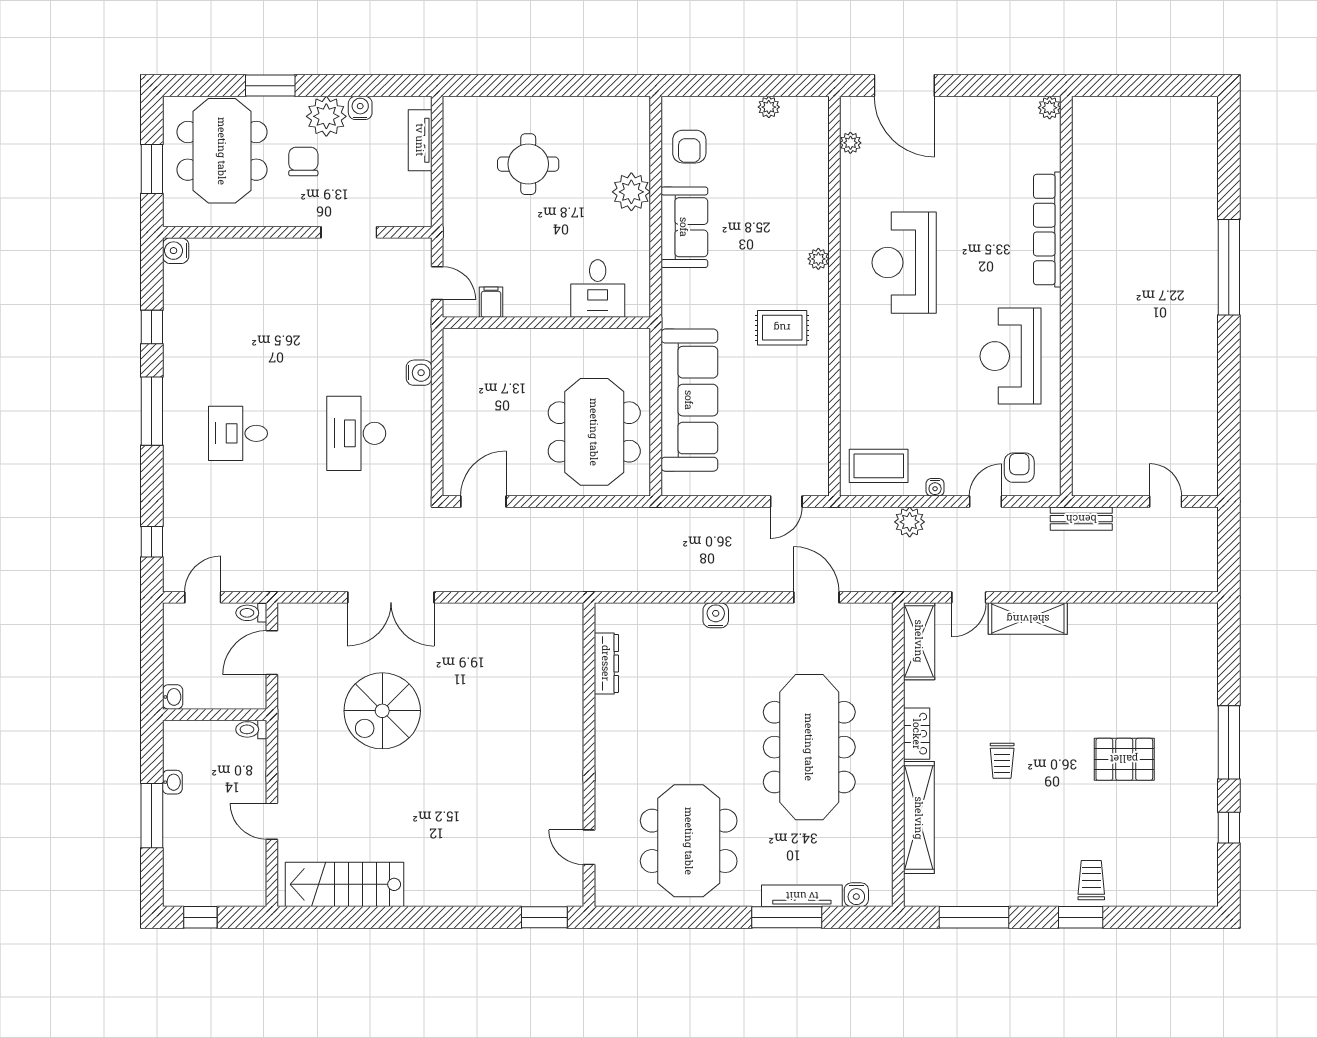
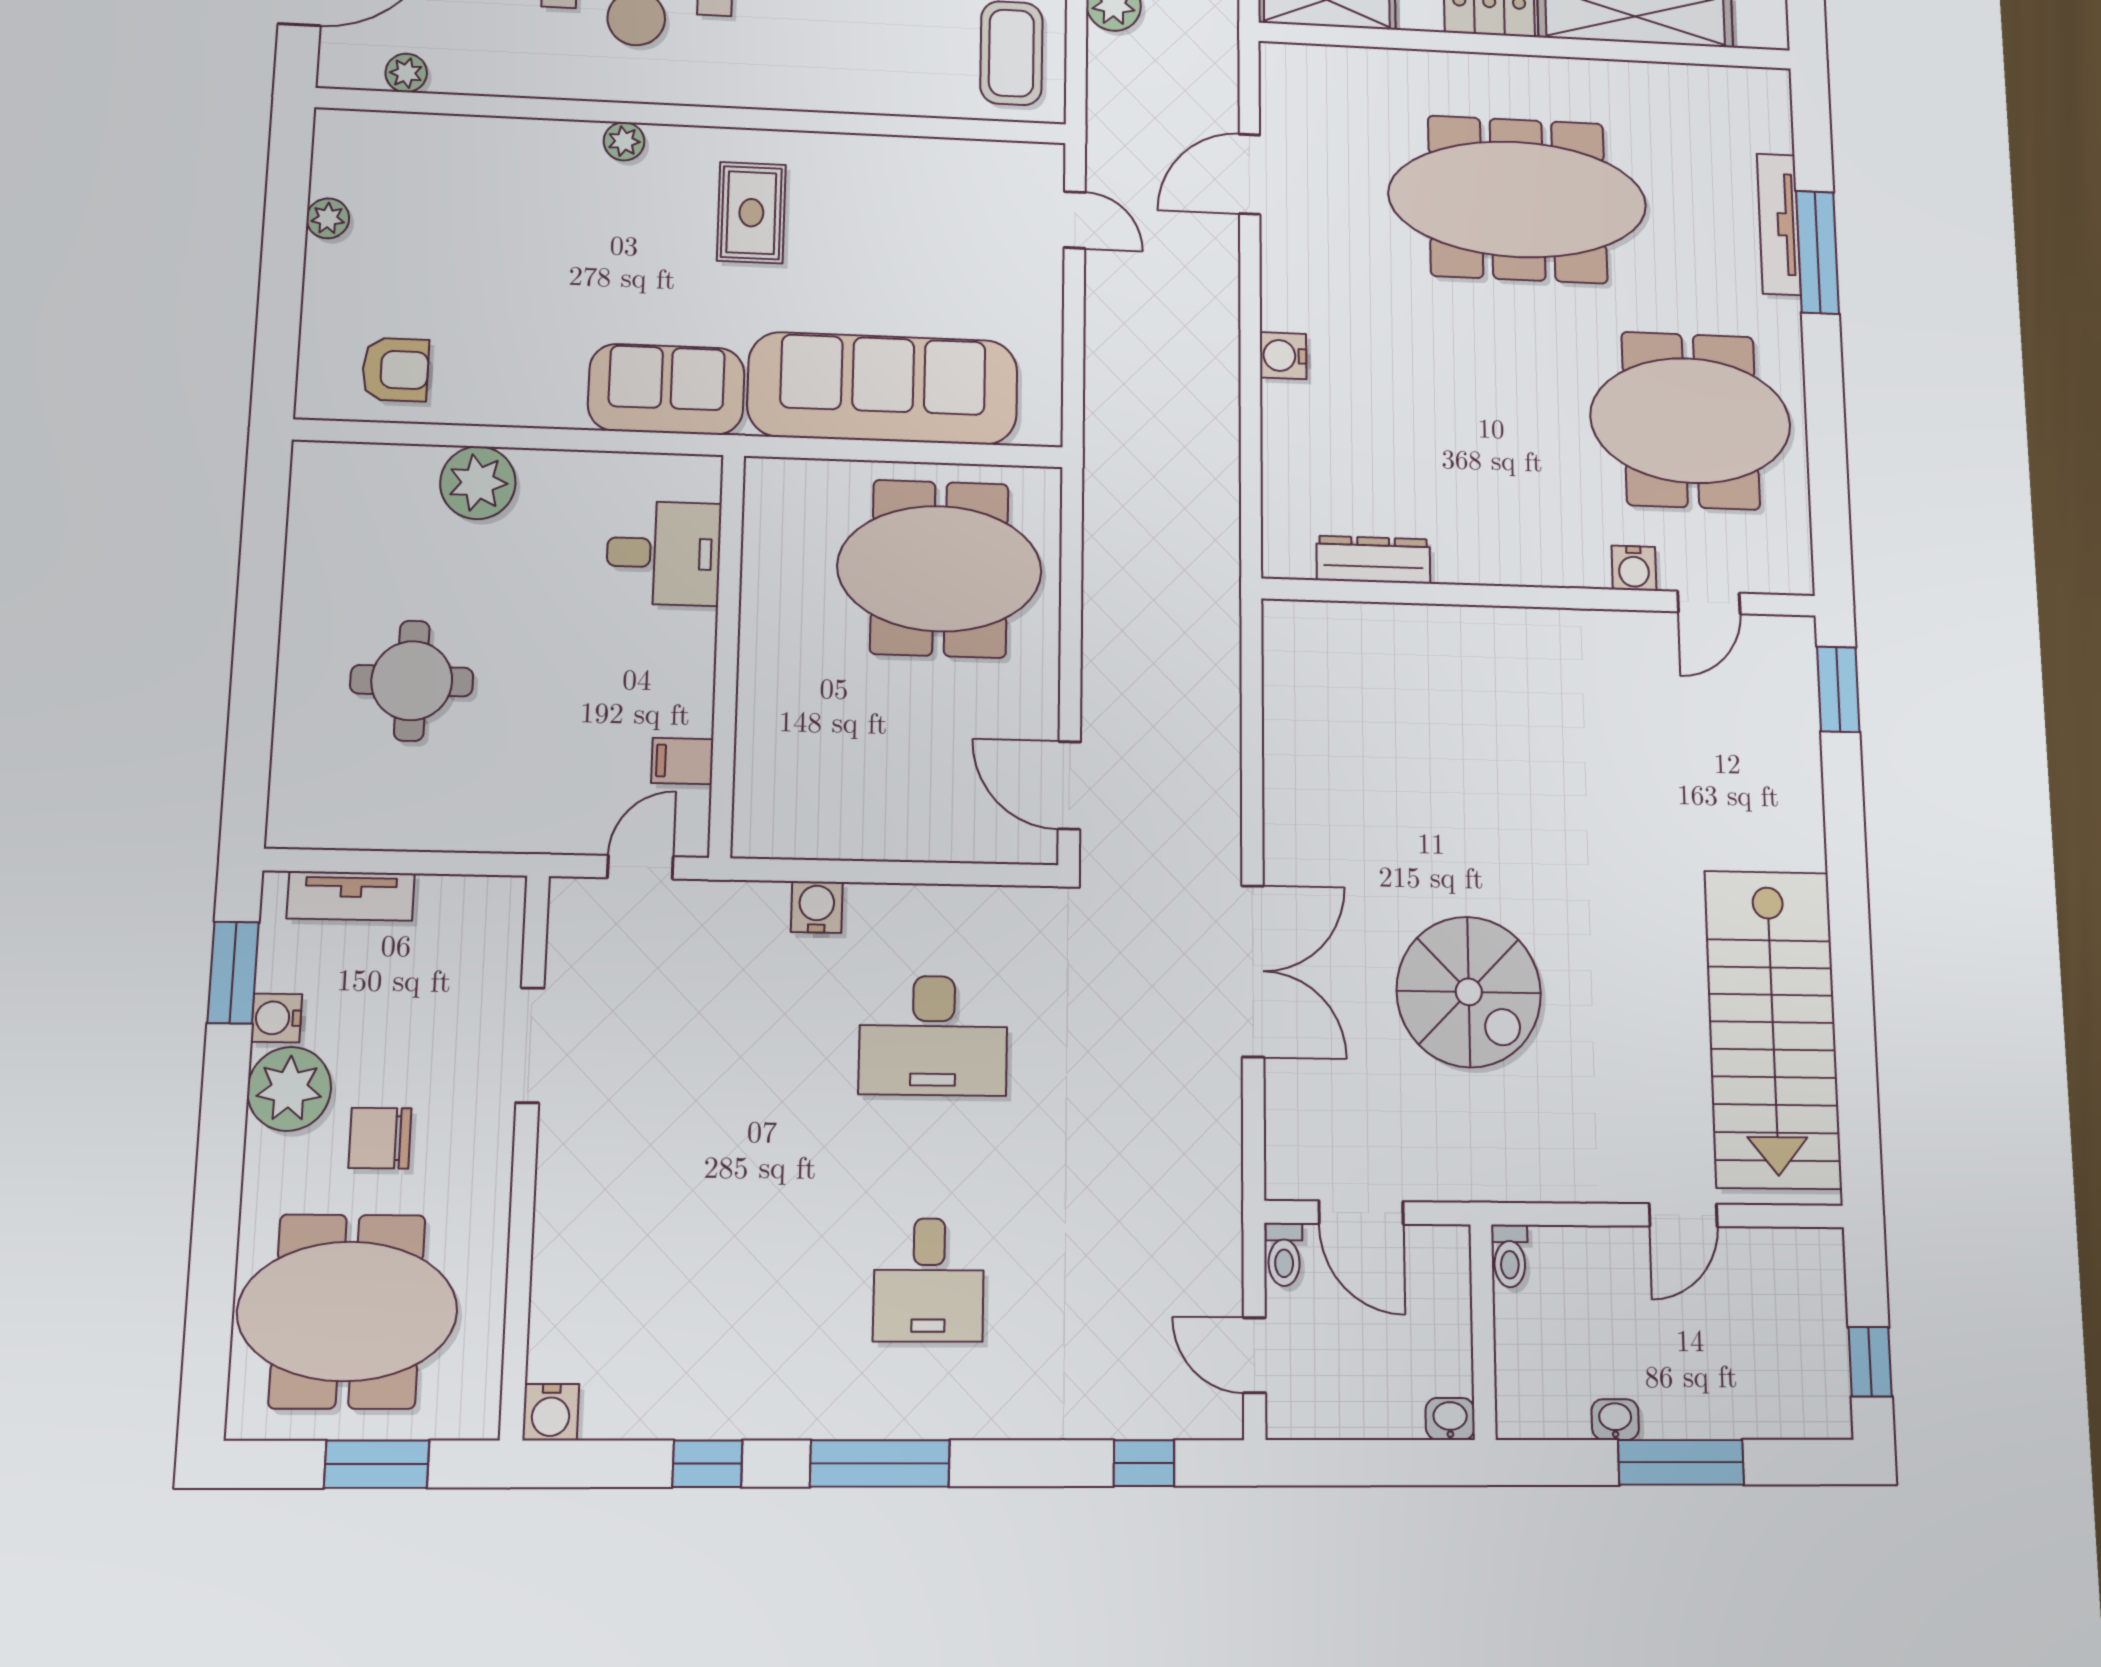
window: (270, 86) -> (233, 973), moved
sofa: (684, 227) -> (666, 389), moved
stairs: (344, 884) -> (1773, 1029), width x1.36, depth x1.51
water cooler: (856, 895) -> (1634, 568), moved, turned 90

